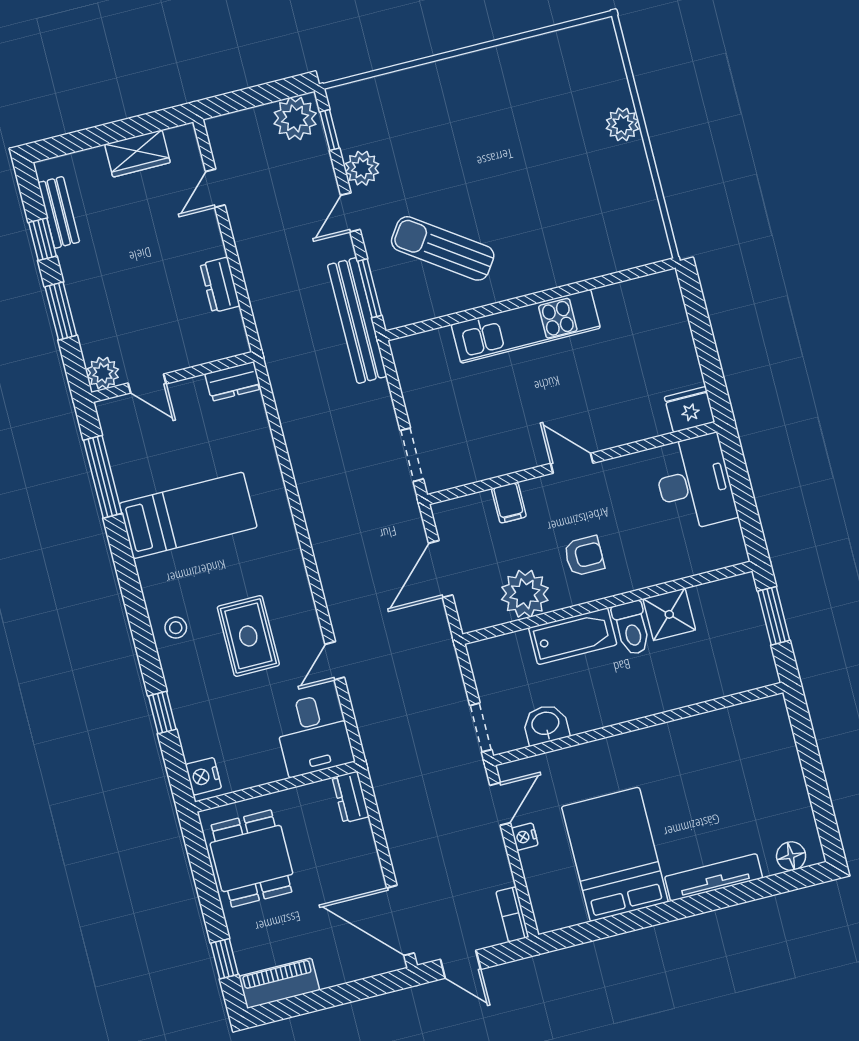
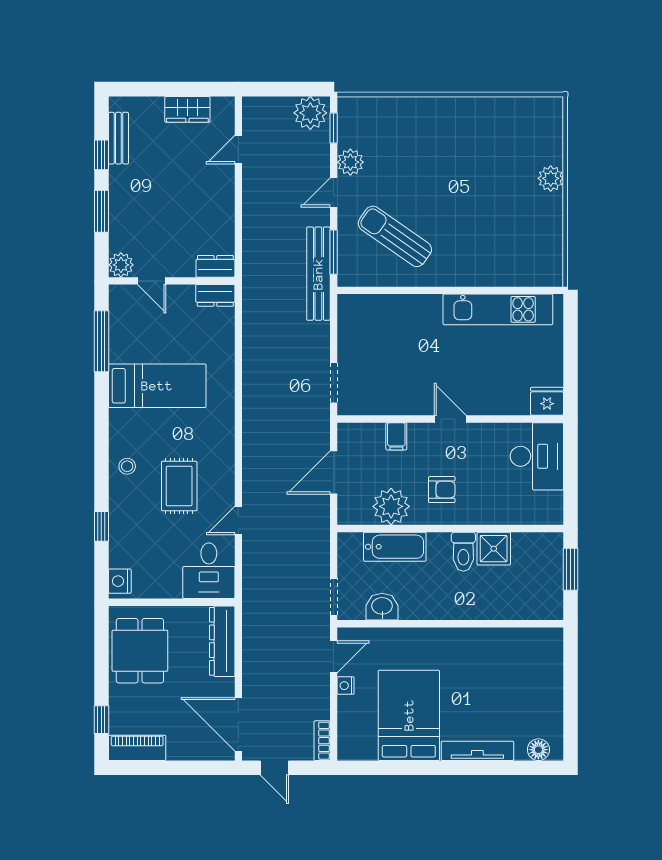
dresser: (220, 285) -> (215, 266), moved, turned 90
kitchen unit: (526, 326) -> (498, 309), moved
bathtub: (573, 636) -> (395, 547), moved
dresser: (351, 797) -> (222, 641), width x1.96, depth x1.24

